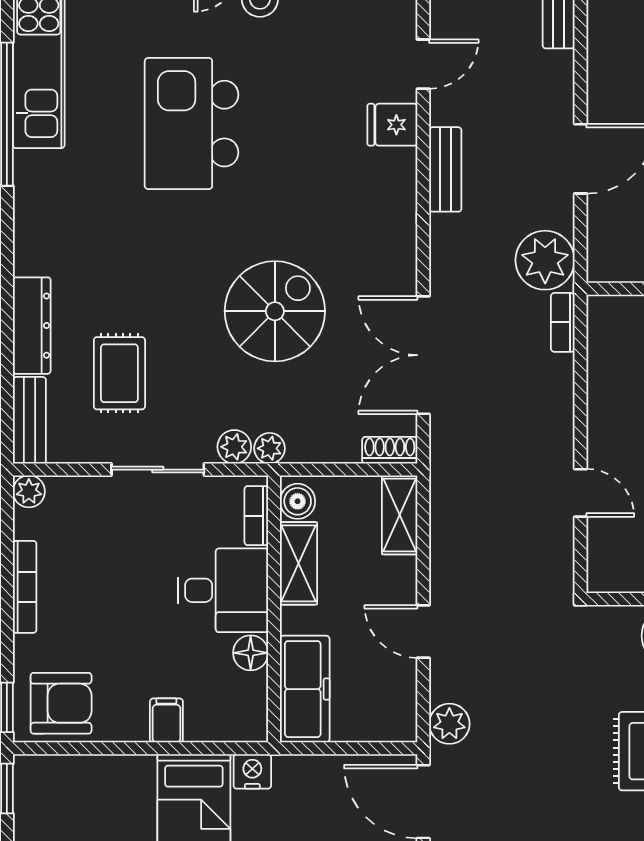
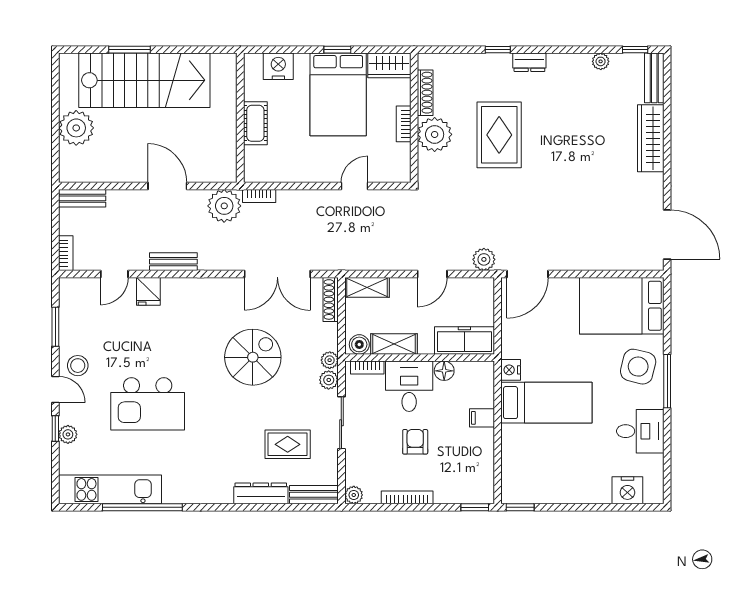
door: (423, 64) -> (114, 274), swing flipped
spiral stairs: (275, 311) -> (253, 357), turned 90
shoe rack: (390, 450) -> (331, 299), width x1.43
armchair: (61, 703) -> (415, 442), moved, width x0.72, depth x0.72

